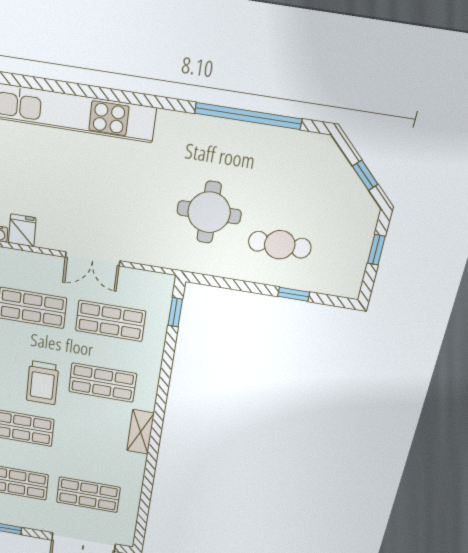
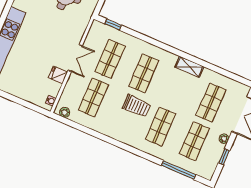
fridge: (22, 230) -> (58, 75), moved
shelving: (140, 432) -> (189, 67), moved
plant: (37, 524) -> (224, 139), added

